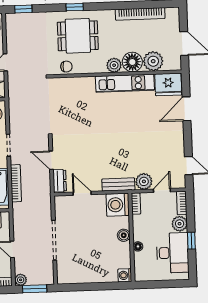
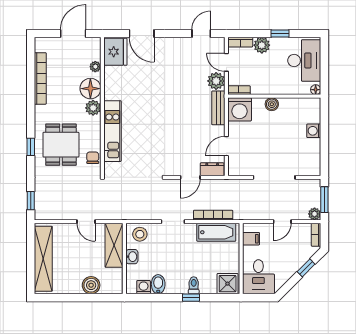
plant: (153, 61) -> (95, 67), width x0.53, depth x0.53
kitchen unit: (125, 83) -> (112, 131), moved
floor lamp: (138, 246) -> (316, 90), moved
desk: (173, 253) -> (304, 60), moved, turned 90
washing machine: (125, 275) -> (314, 131), moved, turned 90

